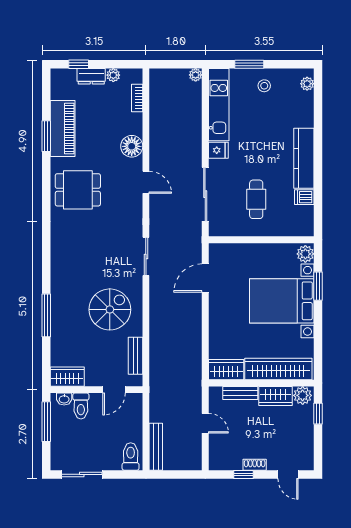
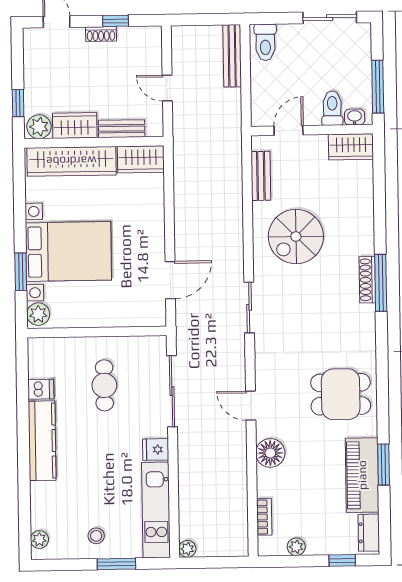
dresser: (91, 76) -> (369, 533), moved, turned -90
shoe rack: (56, 276) -> (367, 280), added
window: (46, 315) -> (381, 283), moved

